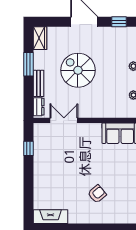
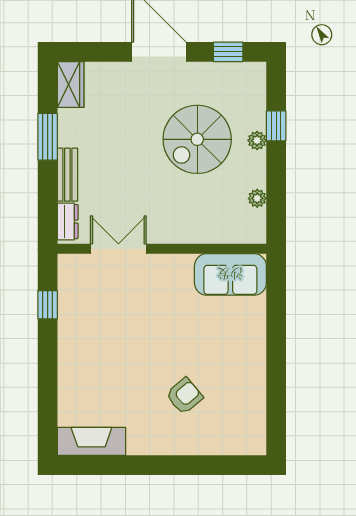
spiral stairs: (78, 70) -> (197, 139), moved, turned -90

